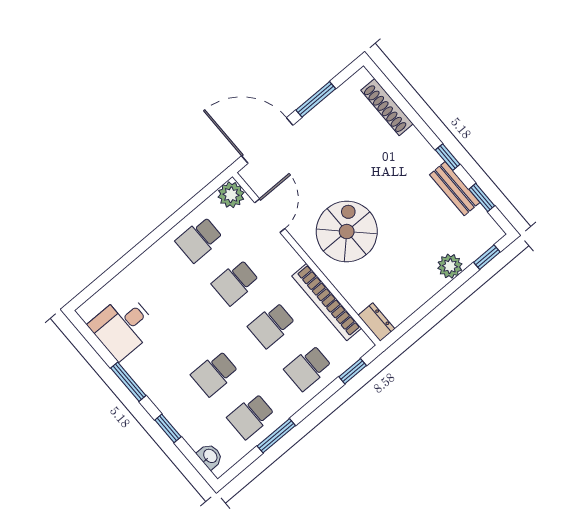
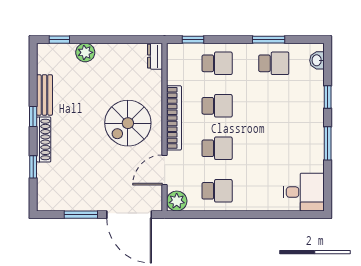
shoe rack: (387, 107) -> (44, 139), moved
window: (482, 197) -> (33, 167), moved
bookcase: (327, 302) -> (174, 118), moved
desk: (123, 326) -> (304, 192), moved
school desk: (215, 373) -> (274, 106), removed

